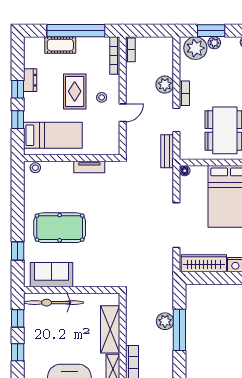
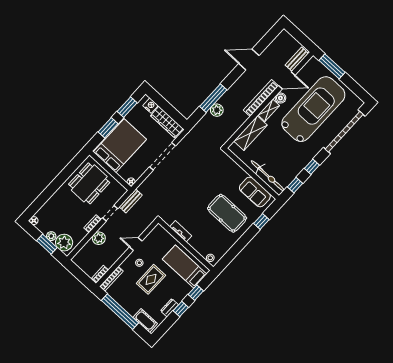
cot: (60, 45) -> (145, 321), moved

